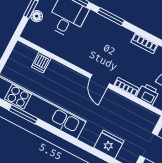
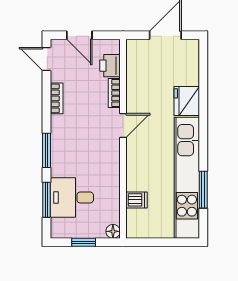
floor lamp: (37, 16) -> (113, 231), moved
fridge: (109, 144) -> (187, 101), moved

